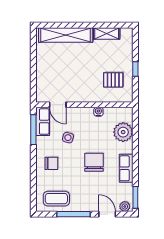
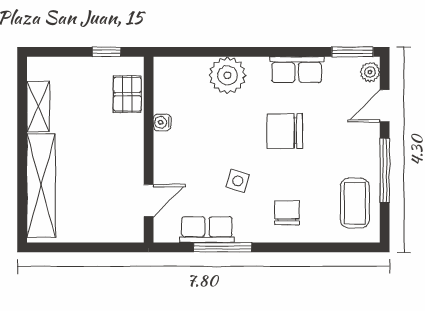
door: (58, 105) -> (149, 201), moved
wall: (84, 105) -> (149, 150), moved
water cooler: (98, 112) -> (162, 122), moved

